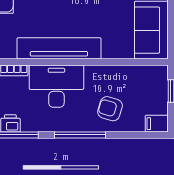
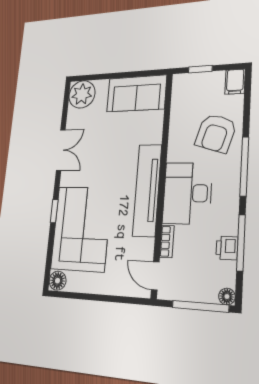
armchair: (110, 109) -> (216, 133), width x1.38, depth x1.38

